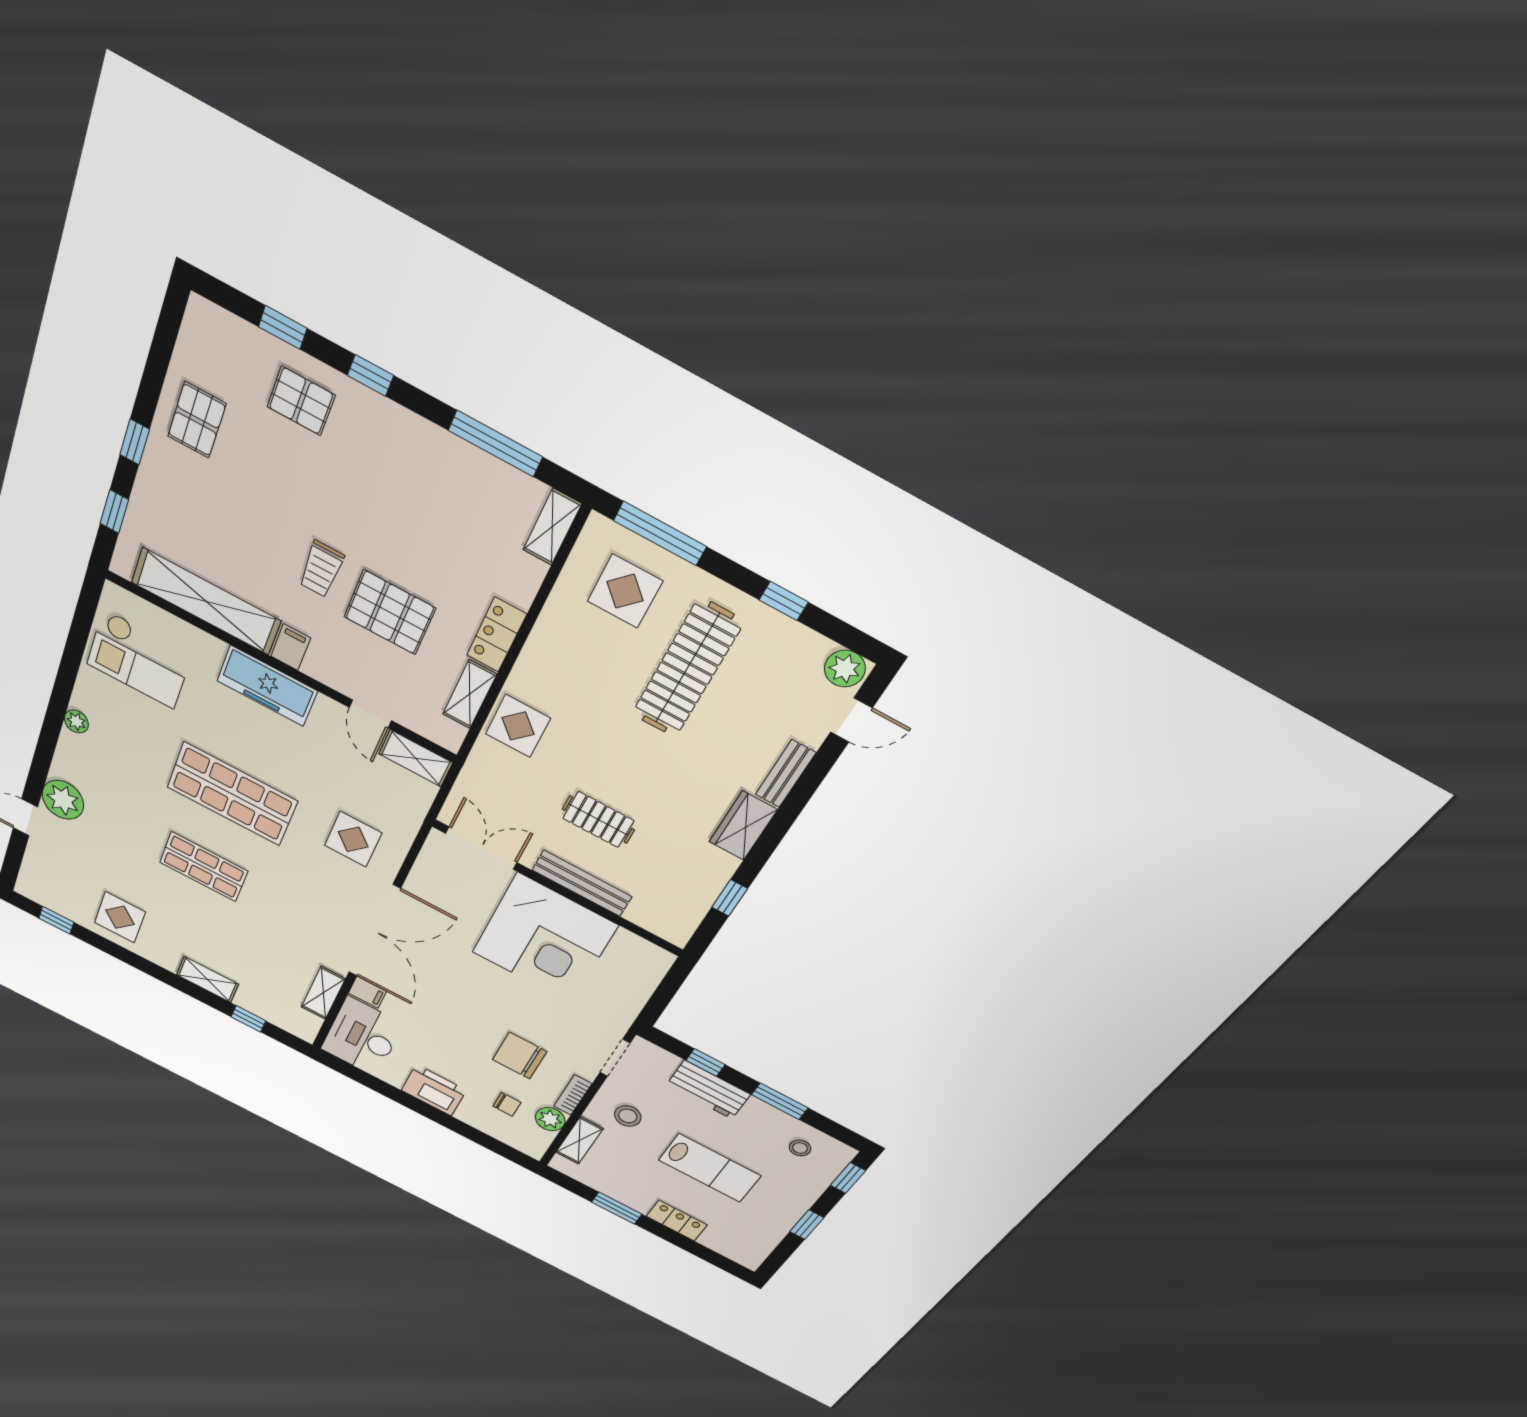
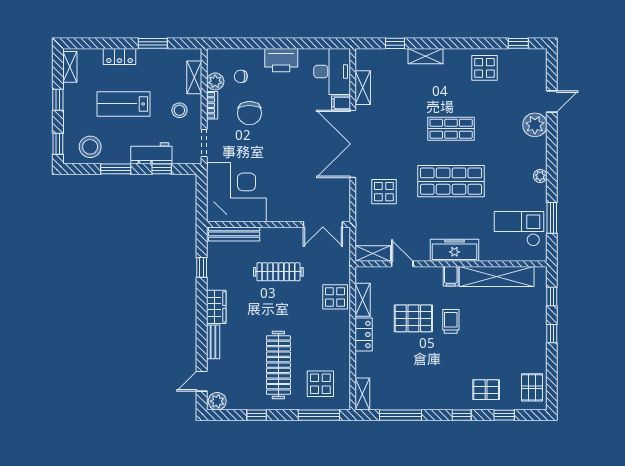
pallet: (197, 420) -> (532, 387), moved
window: (75, 646) -> (552, 218), added
clothes rail: (598, 819) -> (278, 272), width x1.36
bench: (582, 883) -> (234, 234), moved
corner desk: (544, 939) -> (236, 192), moved, turned 90
chair: (520, 1056) -> (249, 113), turned 90
stool: (800, 1148) -> (90, 147), width x1.89, depth x1.89
shelving: (760, 1249) -> (70, 67), added

